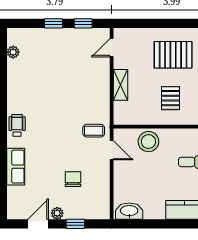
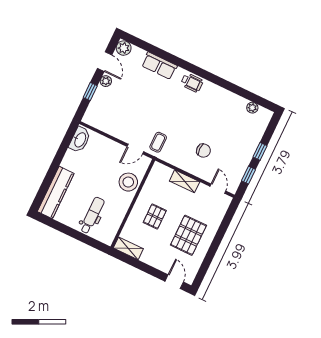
pallet: (170, 98) -> (155, 216), turned 90
chair: (73, 179) -> (204, 151), moved
plant: (15, 211) -> (124, 48), added

